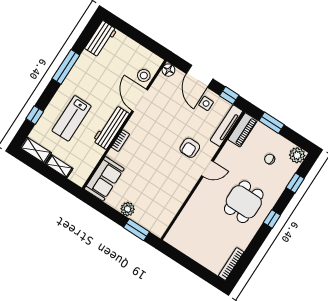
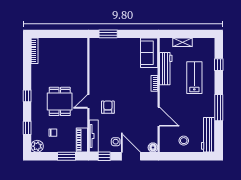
workbench: (101, 39) -> (208, 135), width x1.38
stool: (144, 75) -> (184, 141), moved
workbench: (111, 127) -> (166, 69), moved
shelving: (36, 150) -> (204, 43), removed
dining table: (244, 202) -> (60, 101), moved
plant: (128, 209) -> (122, 43), removed

